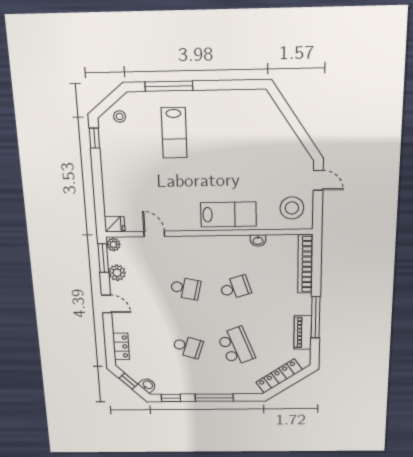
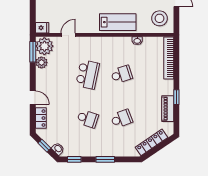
door: (154, 234) -> (68, 35), hinge flipped
plant: (113, 245) -> (44, 46), width x1.88, depth x1.88
school desk: (185, 288) -> (88, 74), width x1.85
door: (107, 304) -> (33, 98), moved
window: (315, 317) -> (176, 97), width x0.46
school desk: (236, 346) -> (122, 119), width x0.54
window: (214, 398) -> (105, 159), width x0.69

